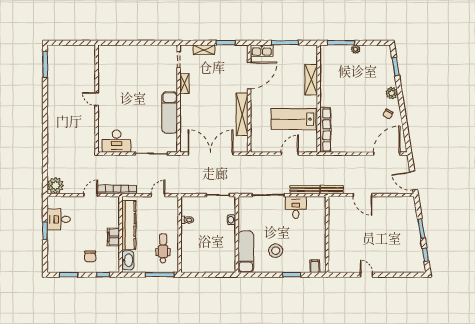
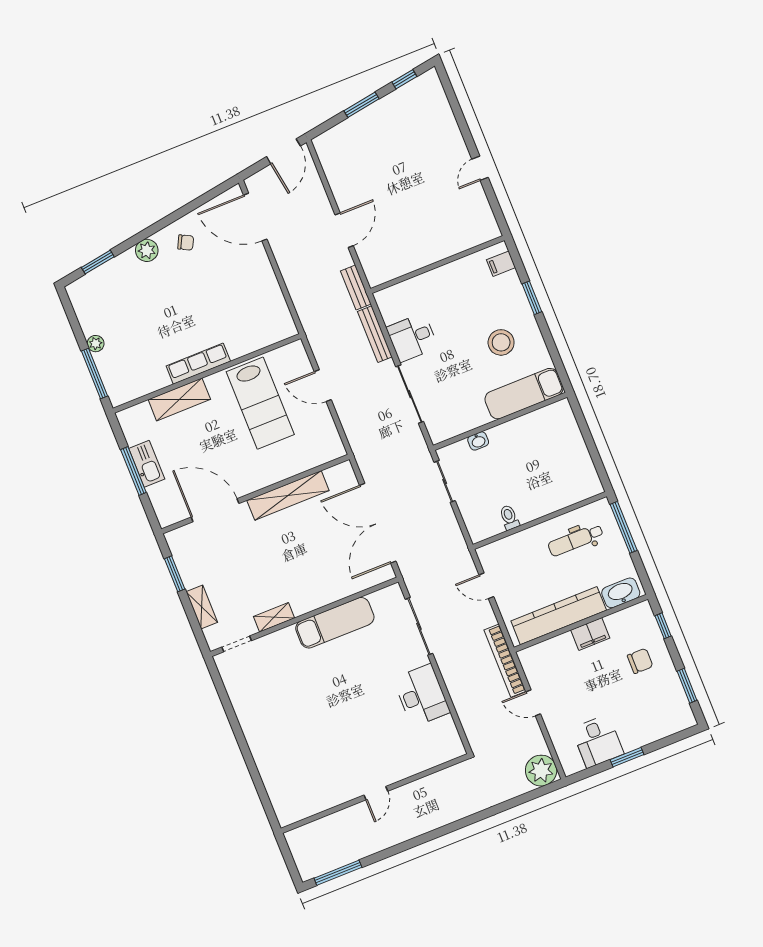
kitchen sink: (262, 51) -> (147, 464), moved
door: (97, 99) -> (376, 793), moved
wall: (97, 99) -> (375, 793), moved
row of seats: (325, 130) -> (198, 364), moved, width x0.73

